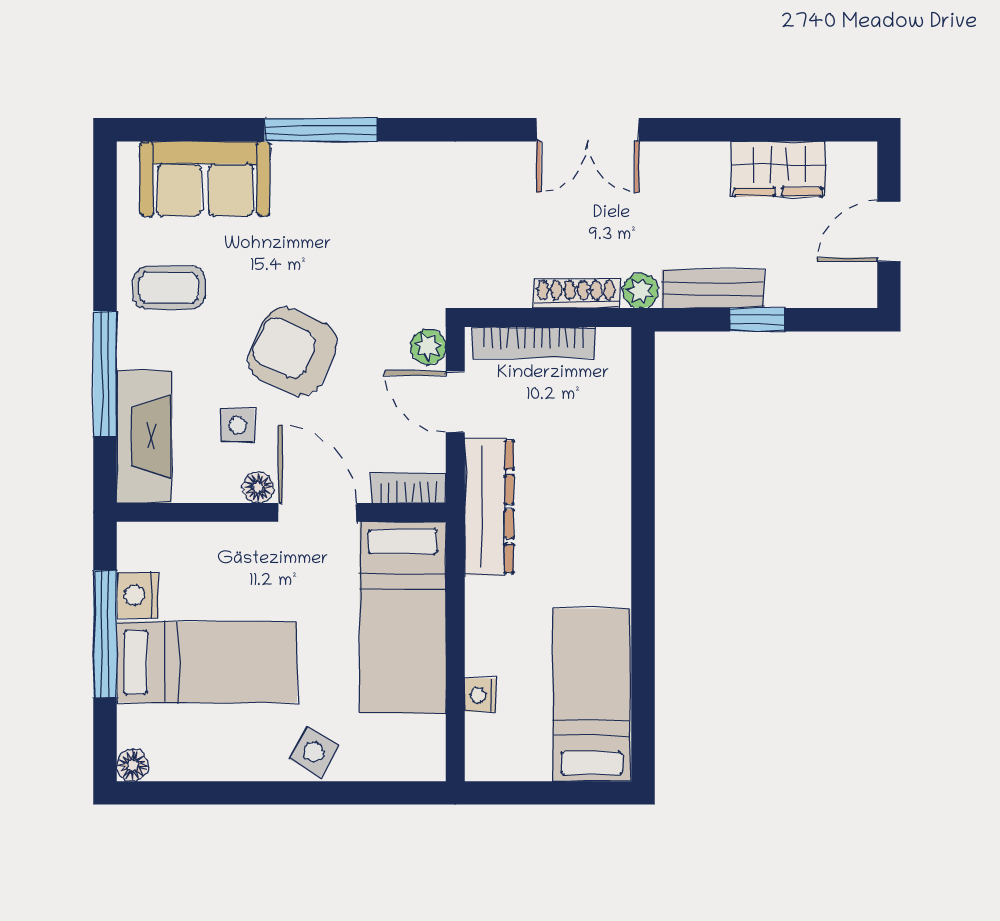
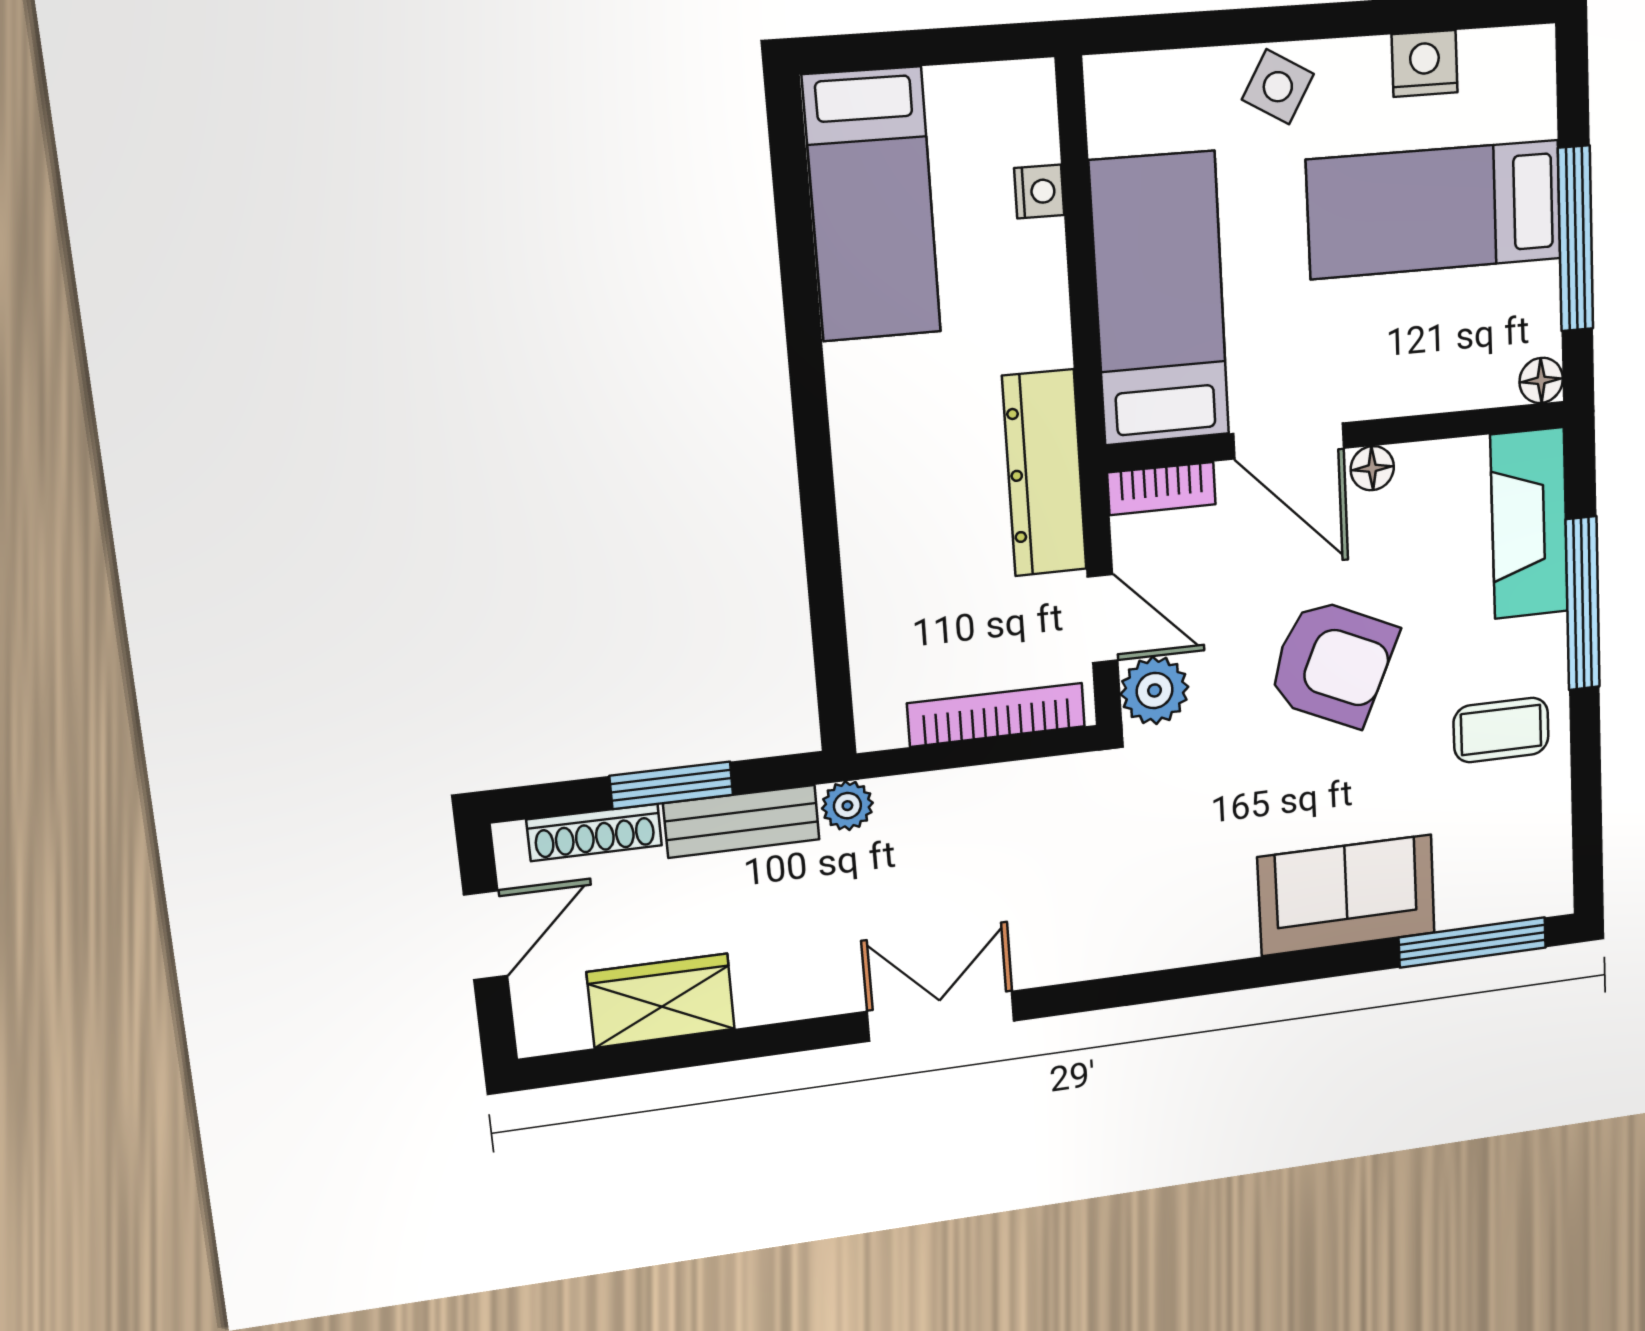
window: (321, 130) -> (1472, 942), moved
sofa: (205, 179) -> (1347, 895), moved
shoe rack: (576, 294) -> (594, 833), moved
window: (757, 320) -> (671, 785), width x1.50
plant: (428, 347) -> (1155, 690), width x1.38, depth x1.38
side table: (238, 425) -> (1403, 553), removed
nightstand: (137, 595) -> (1425, 64), moved, turned -90
floor lamp: (133, 765) -> (1541, 380), moved

